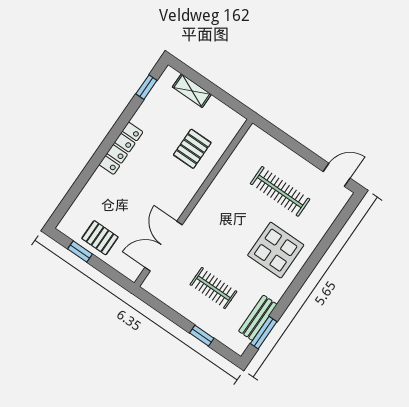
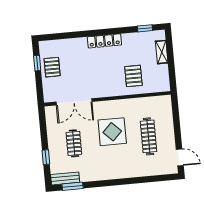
pallet: (192, 149) -> (133, 76), turned 90
double door: (164, 246) -> (74, 102), swing flipped
display table: (276, 250) -> (112, 132), moved
bench: (258, 318) -> (65, 178), moved

